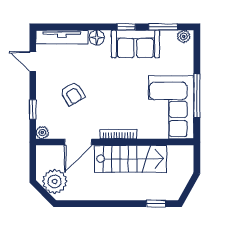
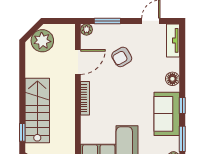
tv unit: (62, 37) -> (173, 40), width x0.71
window: (33, 109) -> (107, 21), width x1.50
door: (78, 142) -> (78, 62), swing flipped
stairs: (131, 159) -> (37, 111), moved, turned 180

